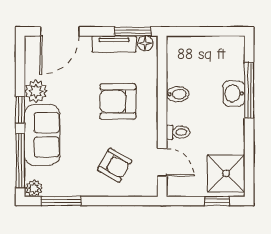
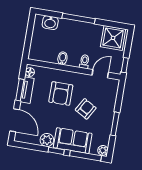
window: (133, 31) -> (20, 90), moved
window: (249, 90) -> (78, 18), moved
washbasin: (234, 93) -> (50, 23), moved
armchair: (115, 165) -> (86, 109), moved
window: (61, 201) -> (115, 124), moved
window: (217, 201) -> (125, 65), moved

